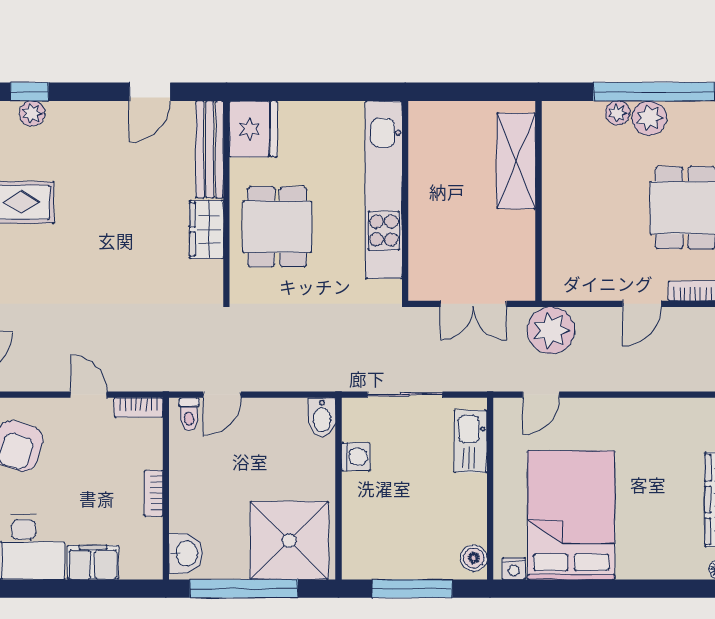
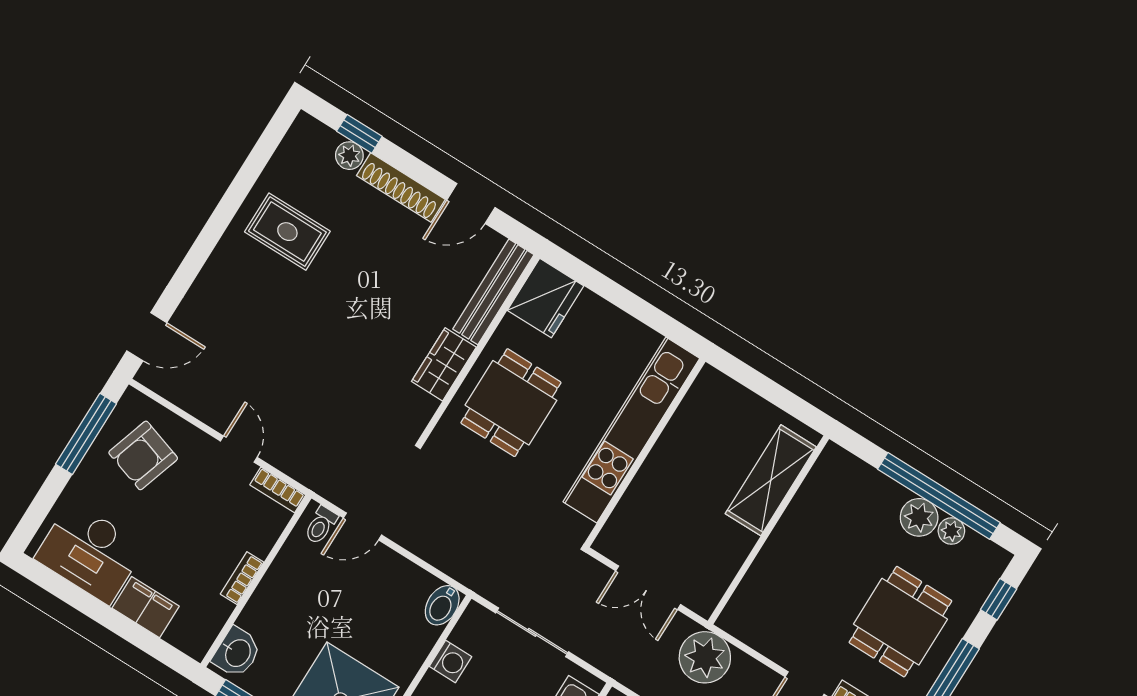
shoe rack: (87, 113) -> (401, 187), added
plant: (618, 113) -> (951, 531), moved

